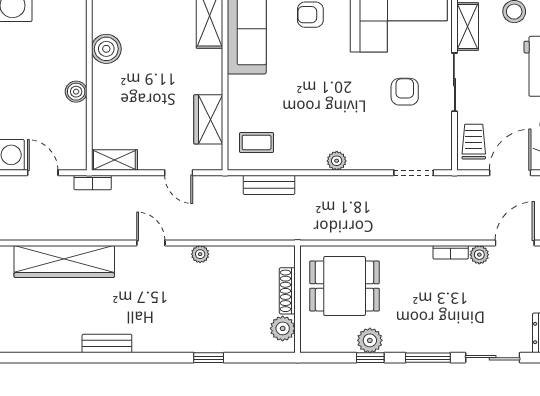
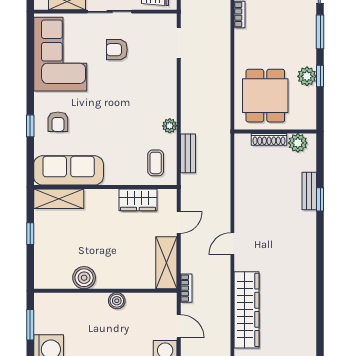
shelving: (114, 160) -> (166, 263), width x1.50, depth x1.33
plant: (337, 161) -> (170, 126), moved
door: (43, 173) -> (179, 326), swing flipped
plant: (200, 254) -> (241, 206), removed
bench: (107, 344) -> (309, 191), moved

